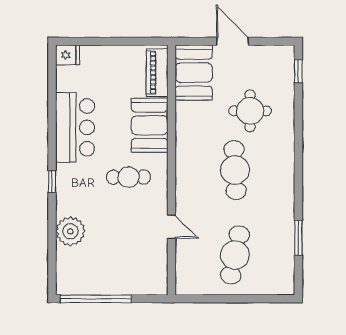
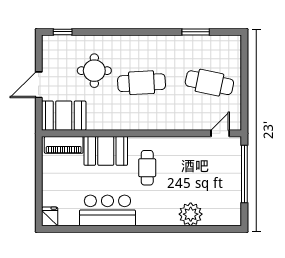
window: (52, 181) -> (151, 229), removed
door: (172, 227) -> (220, 133), moved
window: (96, 299) -> (244, 174), moved

